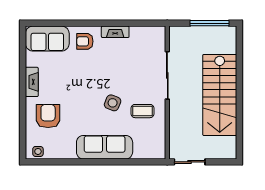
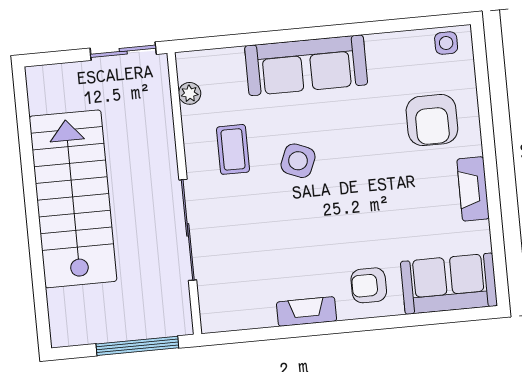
window: (209, 23) -> (137, 346), moved
armchair: (85, 41) -> (369, 285), turned 180
coffee table: (142, 111) -> (233, 149), turned 90
plant: (160, 139) -> (190, 93), added

